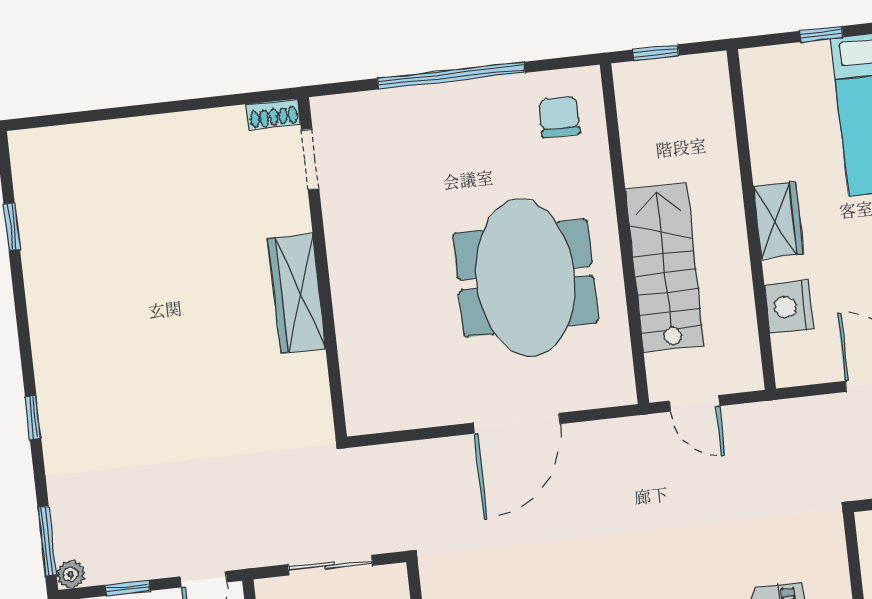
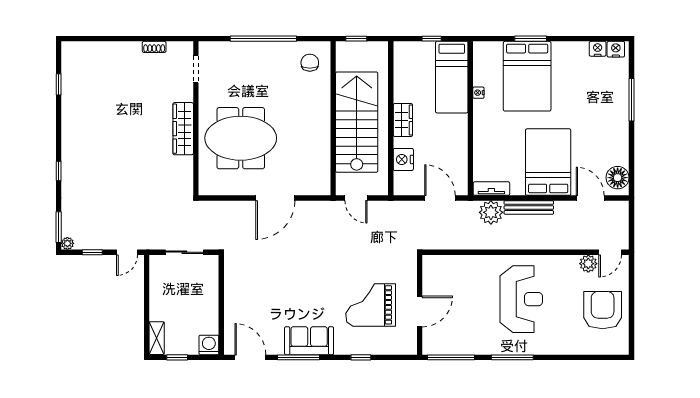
shoe rack: (273, 114) -> (154, 47), moved
stairs: (665, 267) -> (357, 122), width x1.36, depth x1.51
meeting table: (525, 278) -> (241, 138), moved, turned 90

